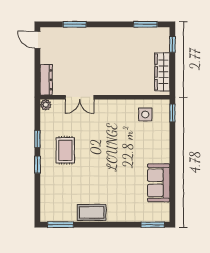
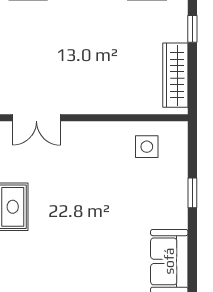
window: (172, 113) -> (192, 193), moved

